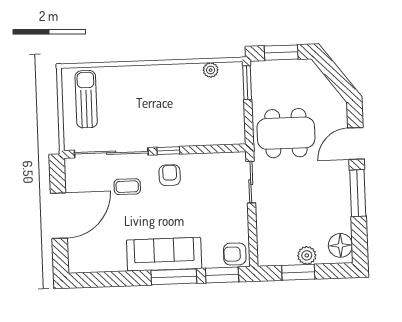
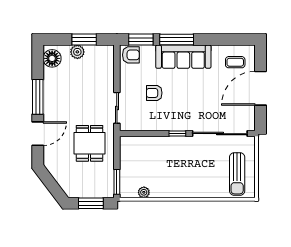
dining table: (286, 133) -> (89, 143), width x0.73
armchair: (170, 175) -> (154, 93), moved, turned 90
coffee table: (127, 187) -> (235, 62), moved

